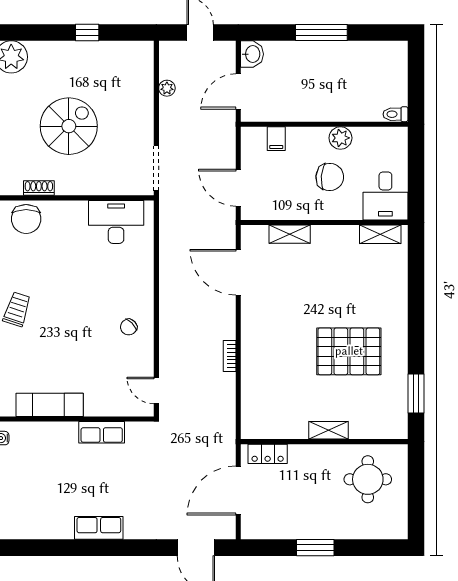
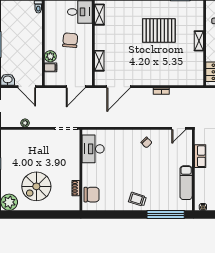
spiral stairs: (69, 126) -> (36, 186), moved, turned -90
plant: (340, 138) -> (50, 56), moved
pallet: (349, 351) -> (159, 31), turned 90

